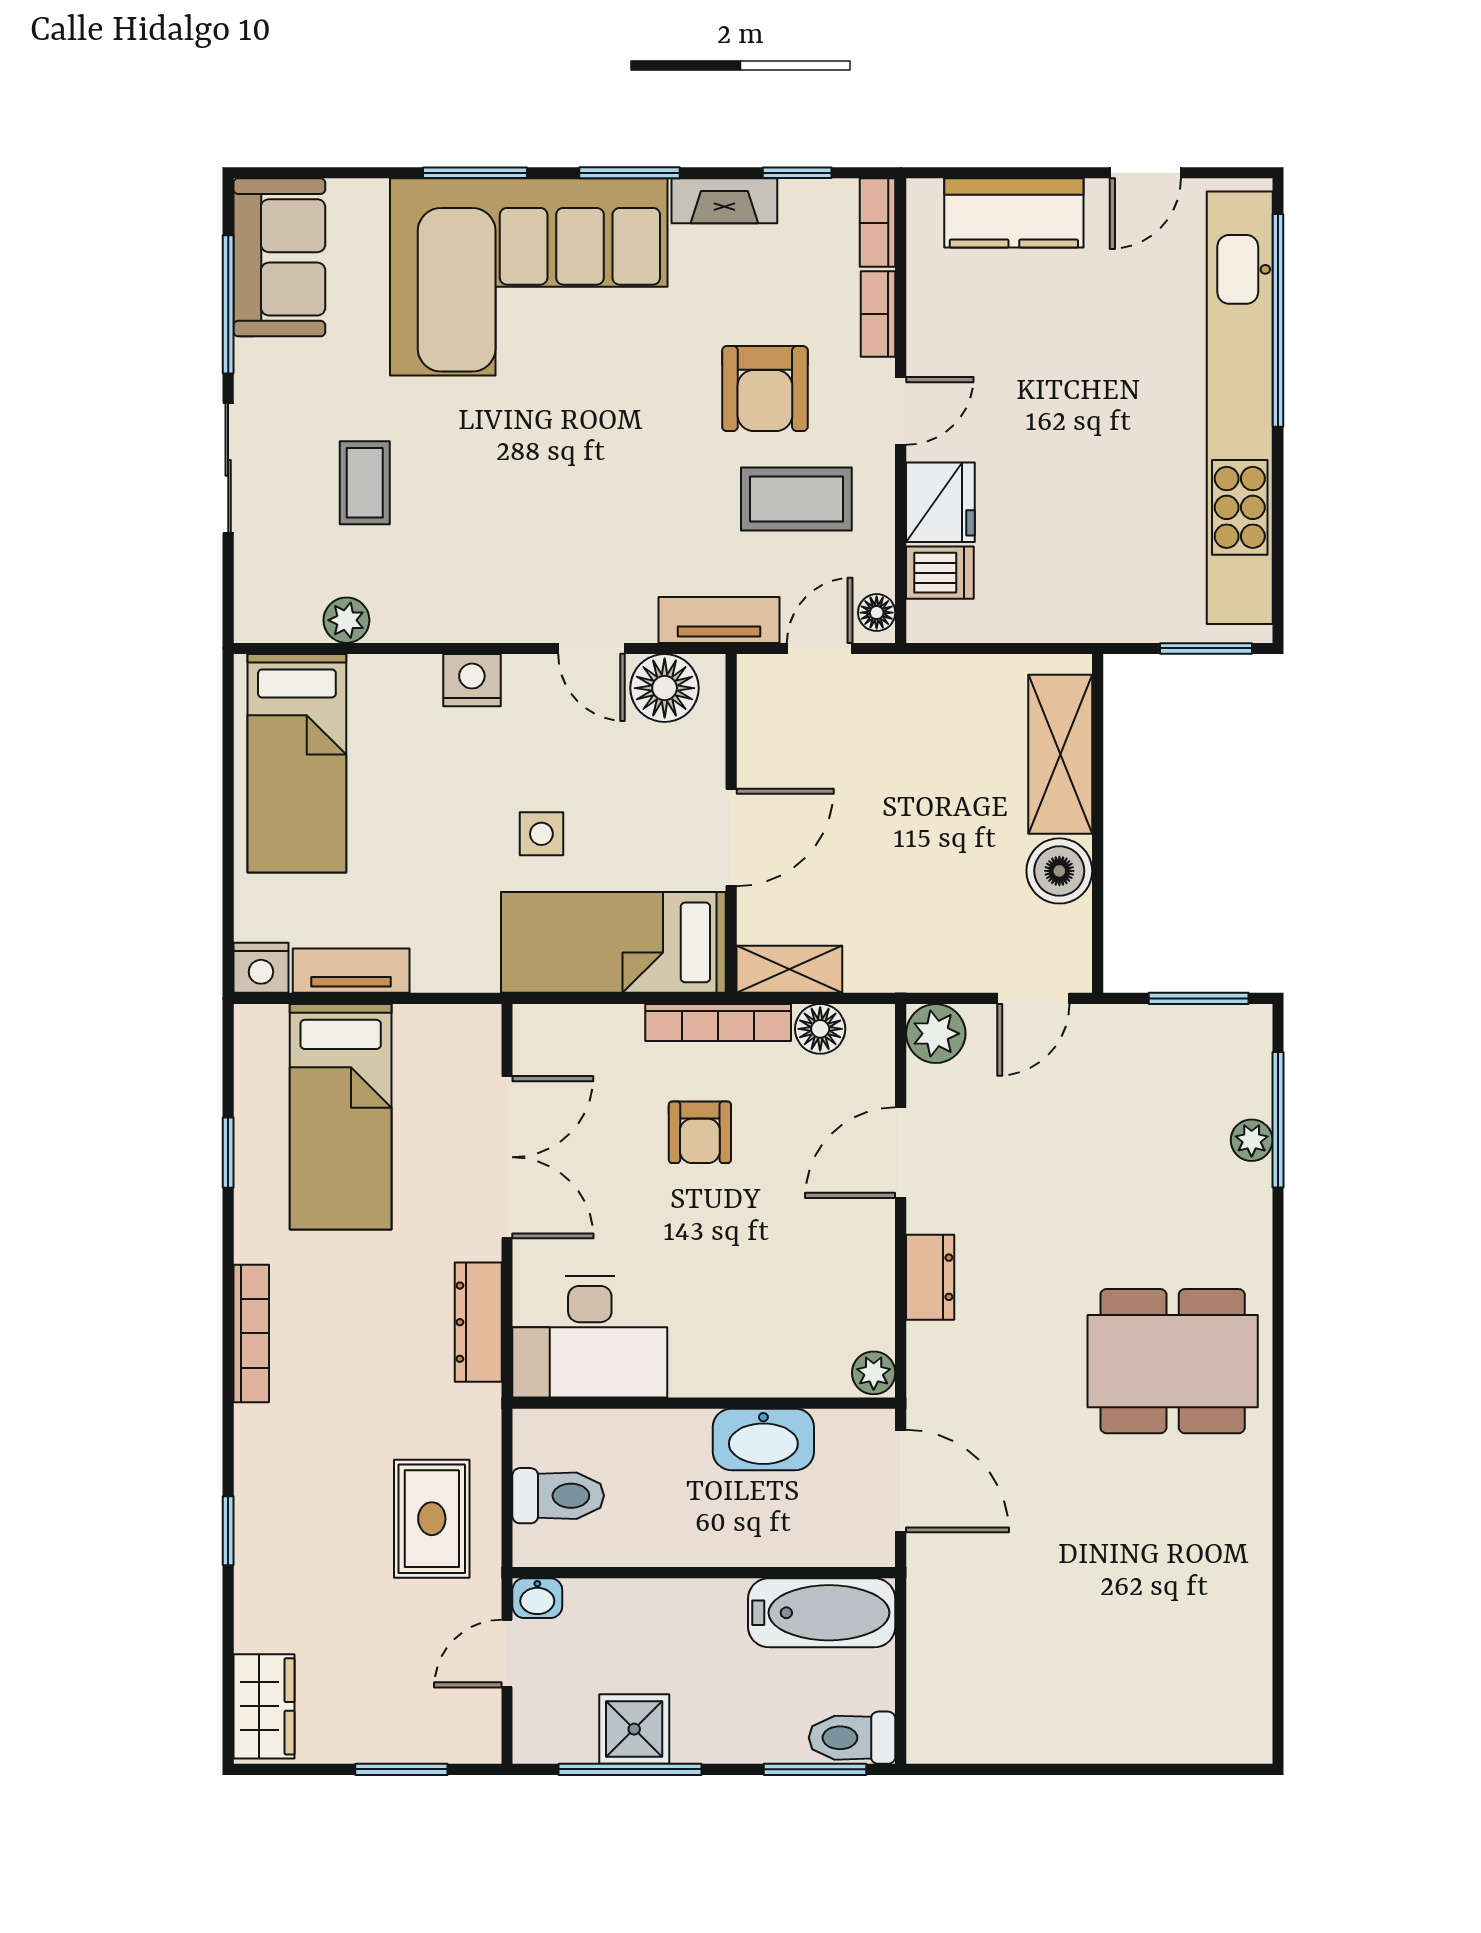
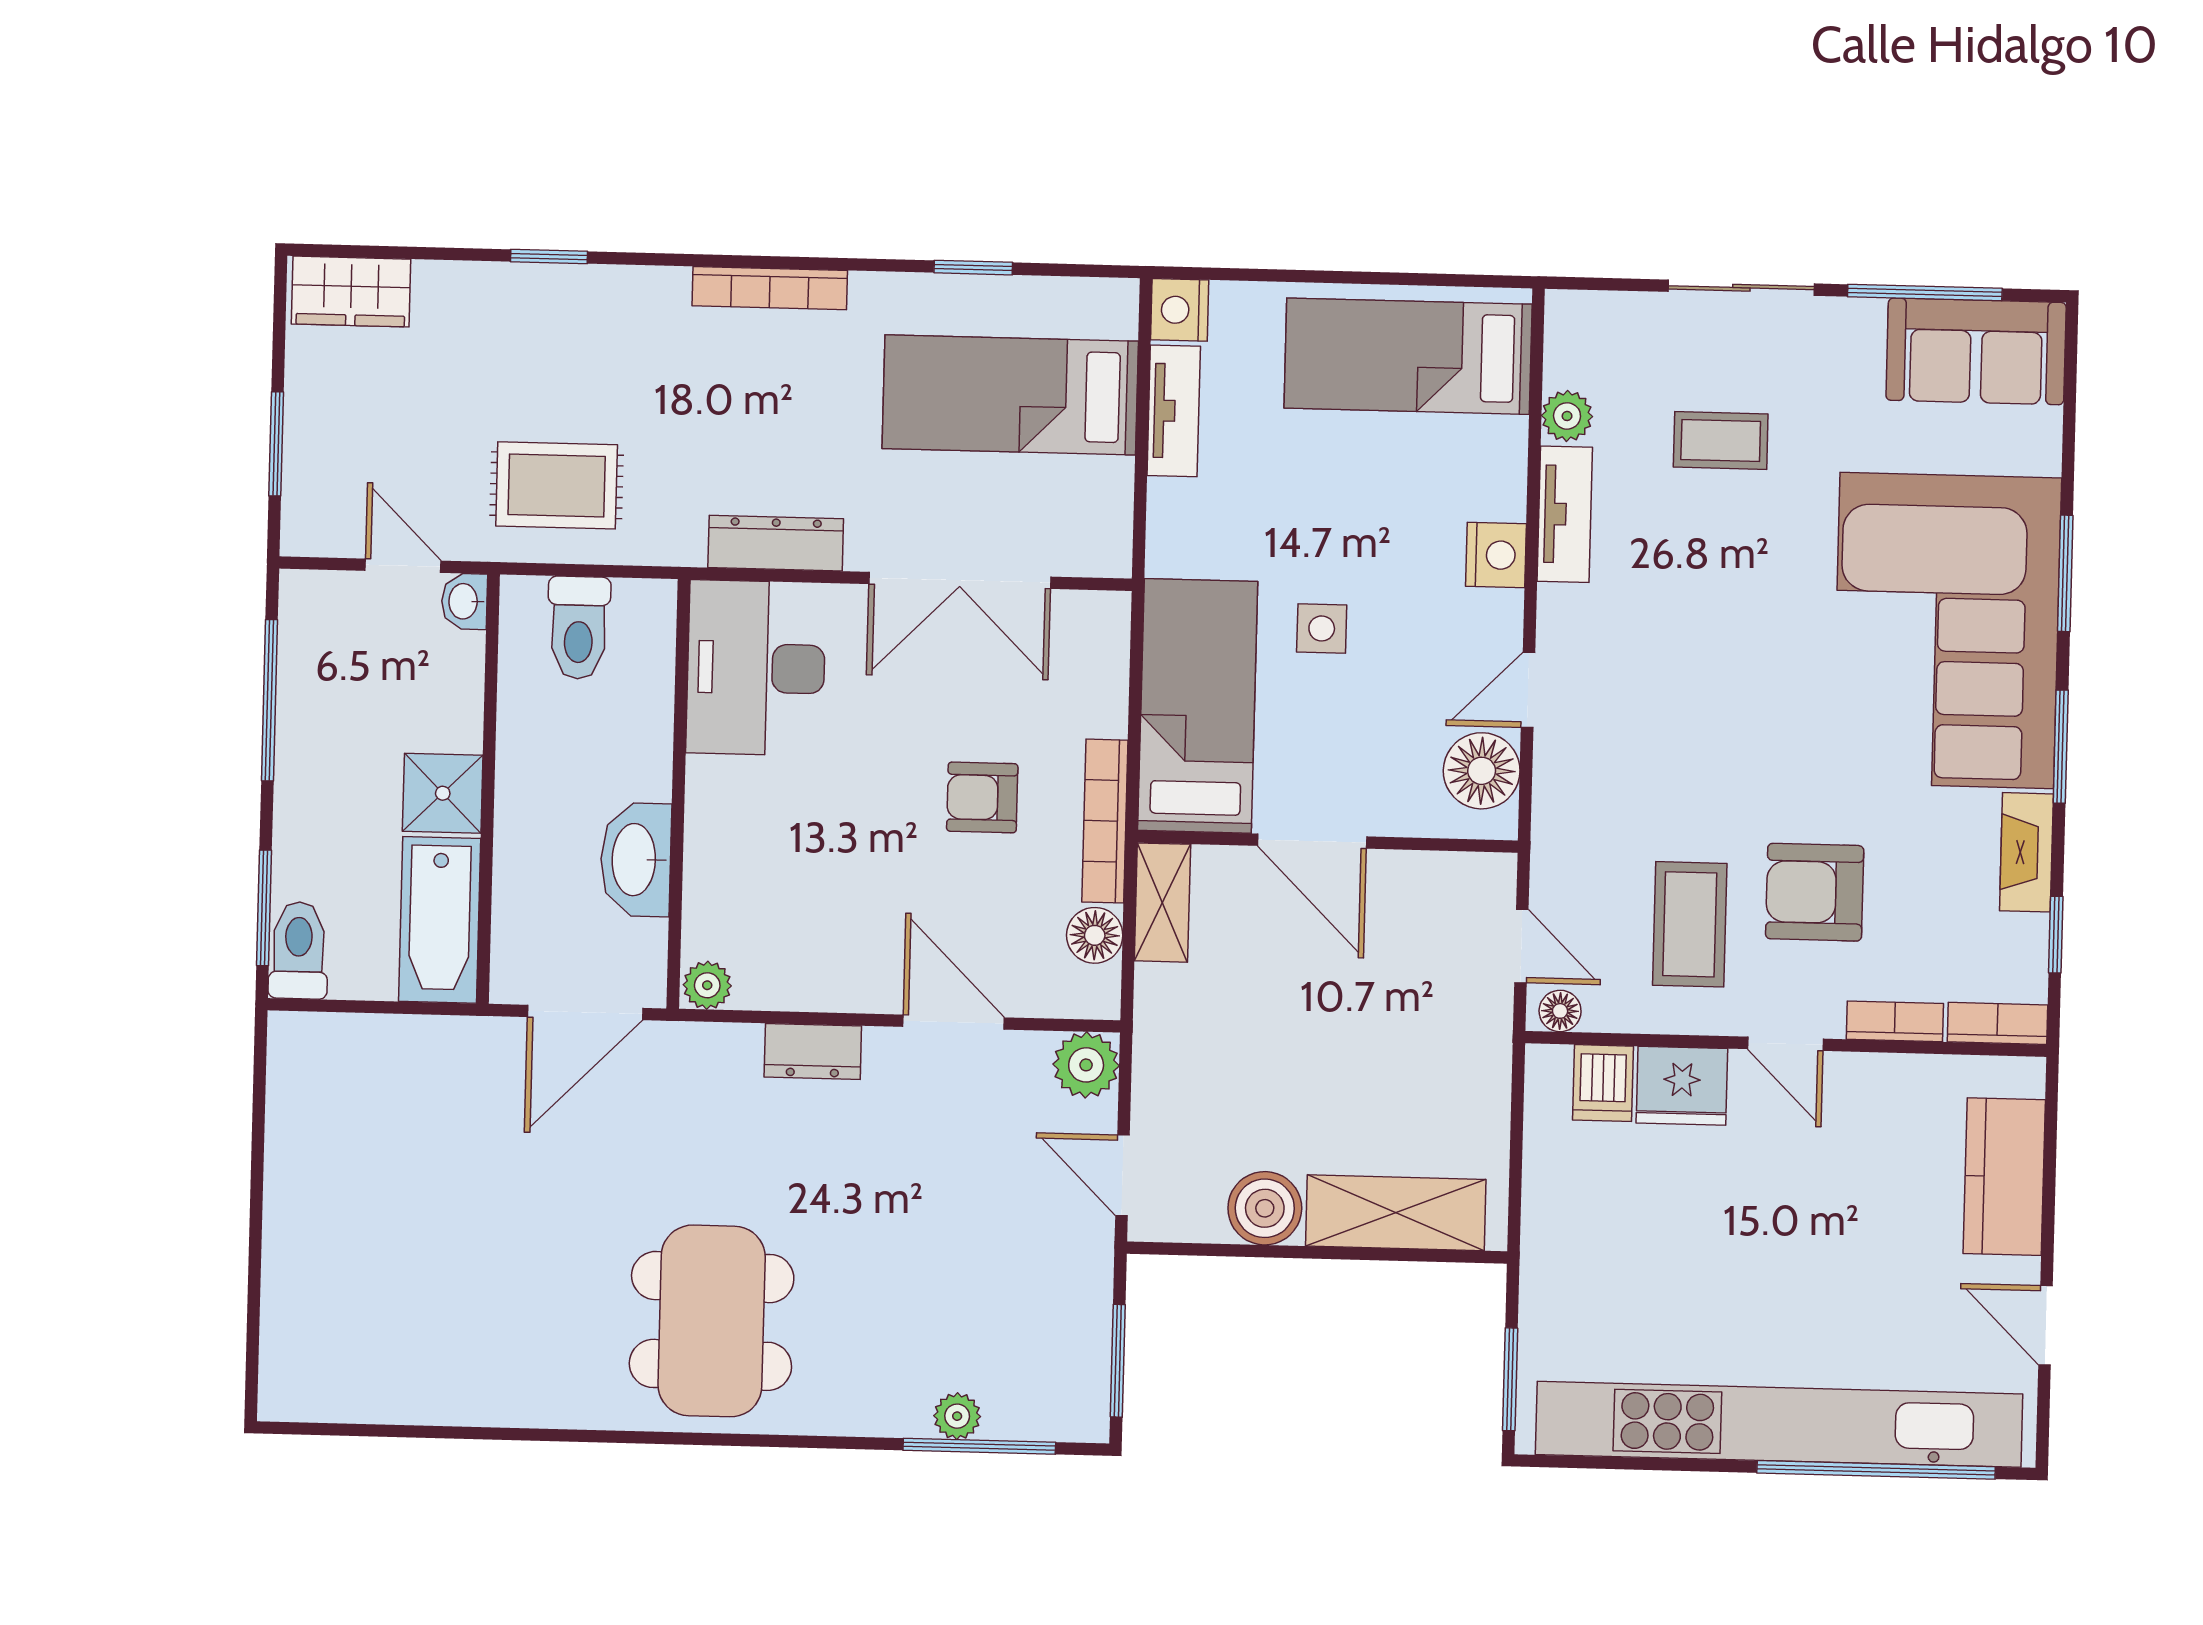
tv unit: (719, 620) -> (1565, 514), moved
shower: (634, 1729) -> (443, 793), moved

